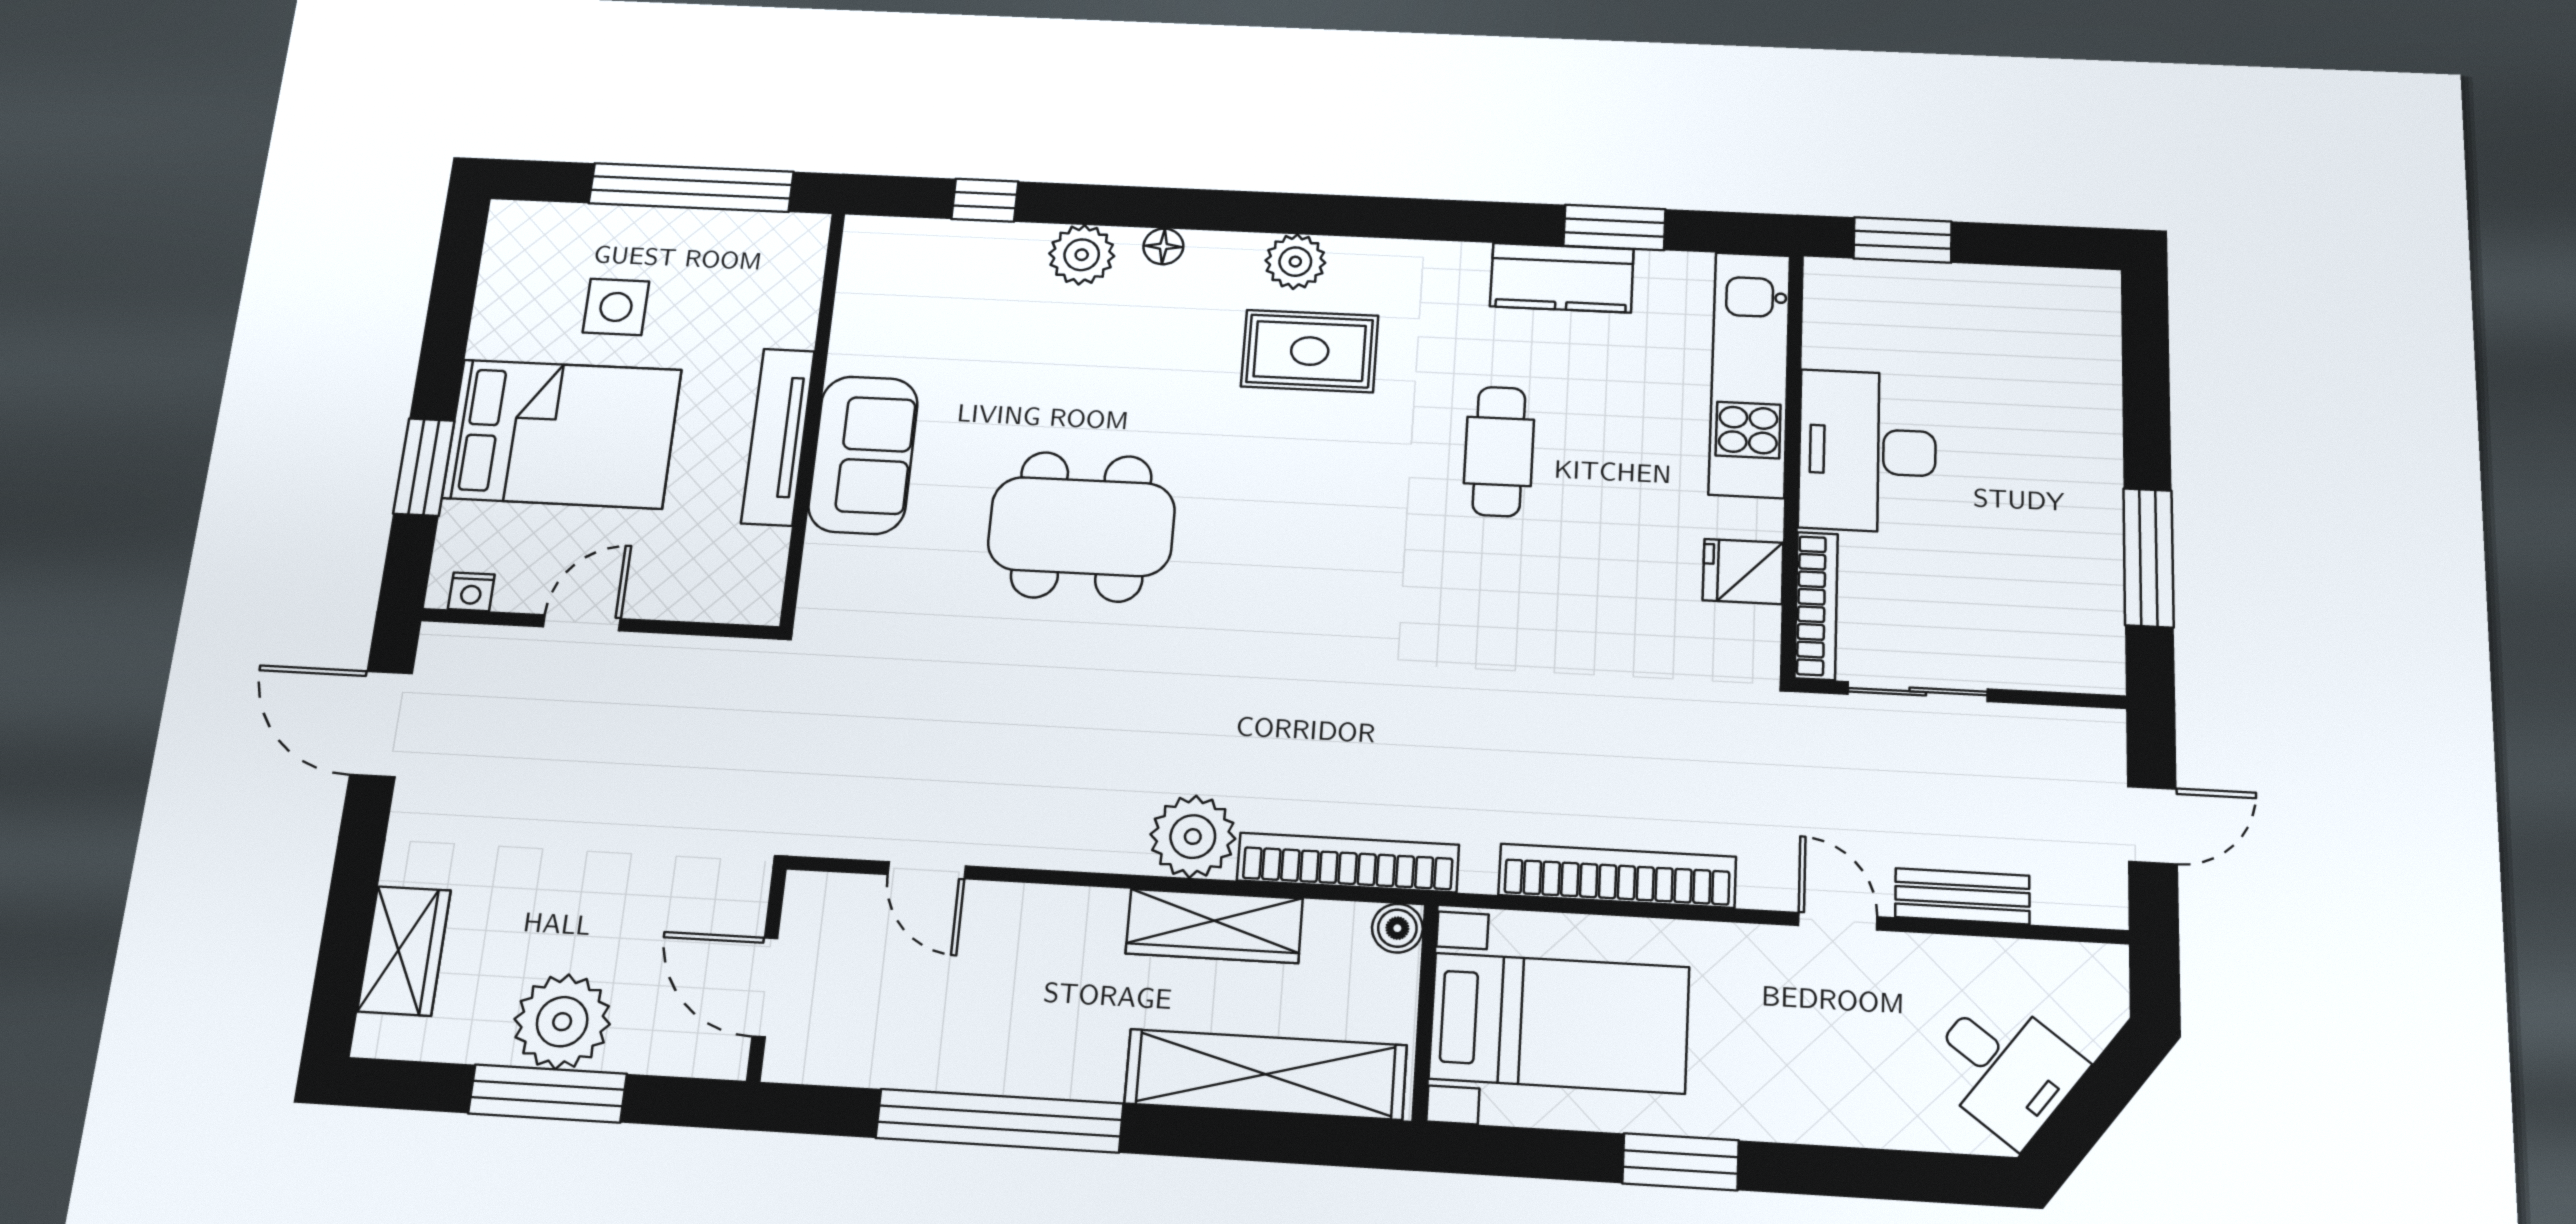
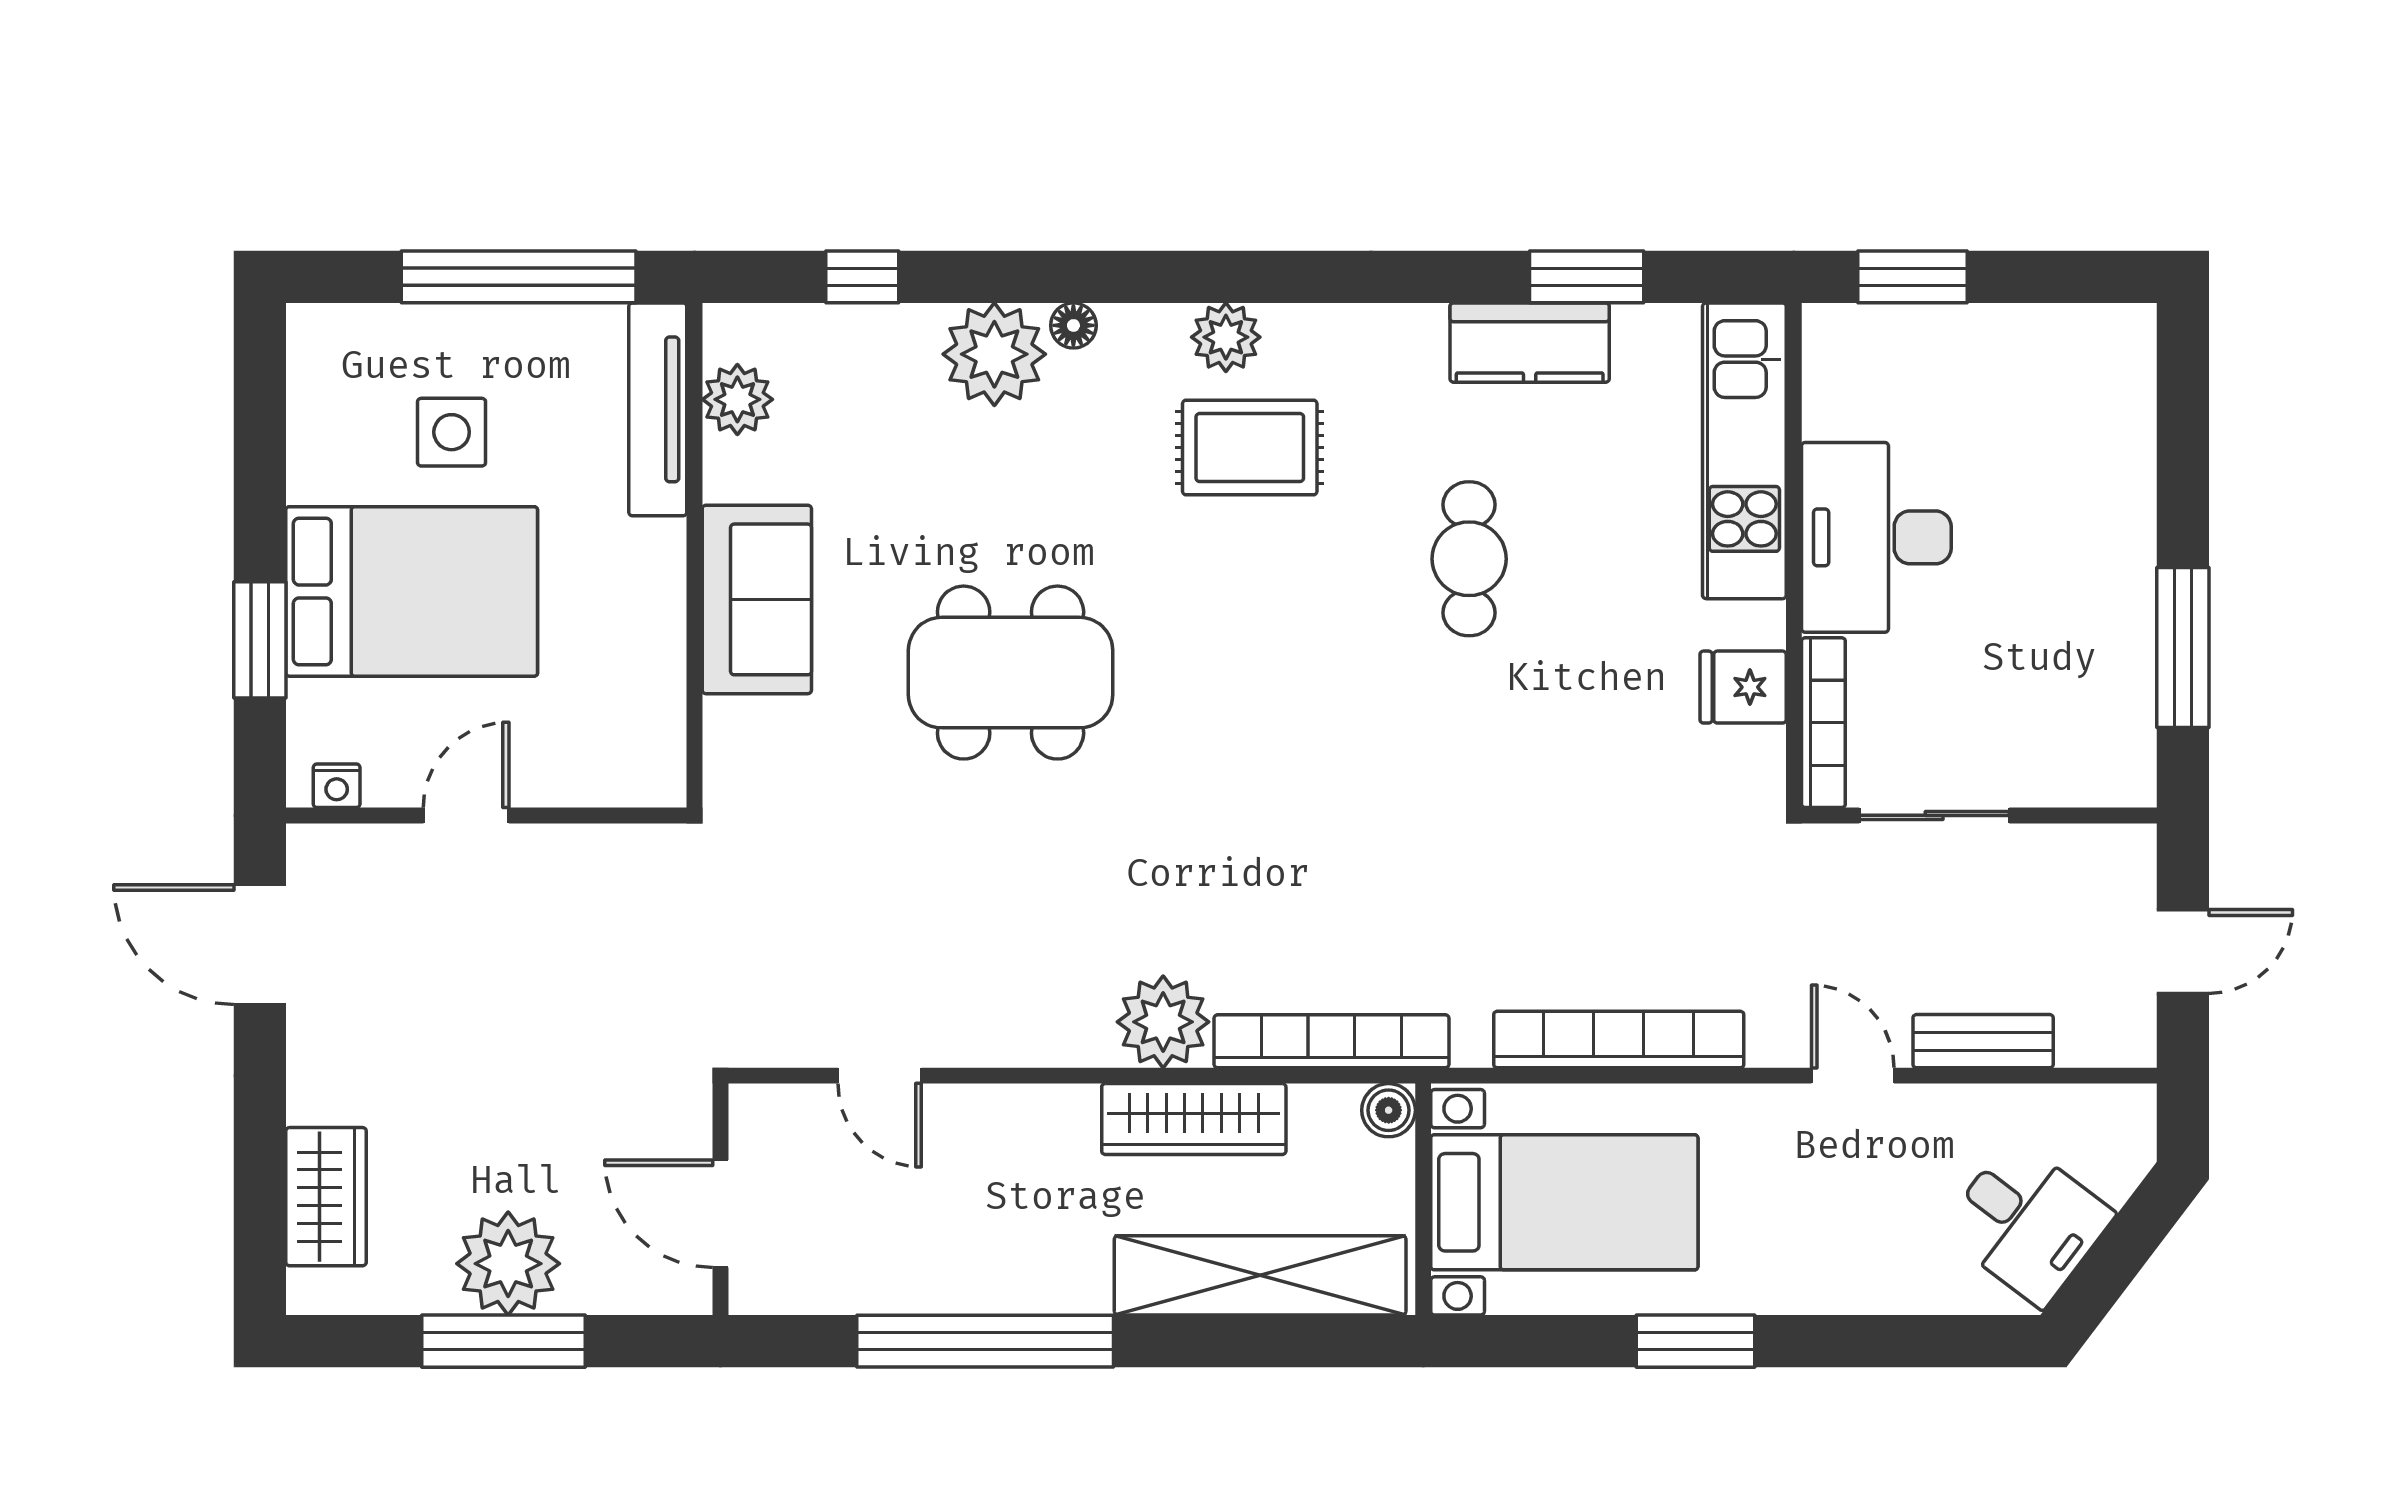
plant: (1082, 255) -> (994, 354), width x1.36, depth x1.36
plant: (866, 292) -> (737, 399), added
tv unit: (778, 437) -> (658, 409), moved

